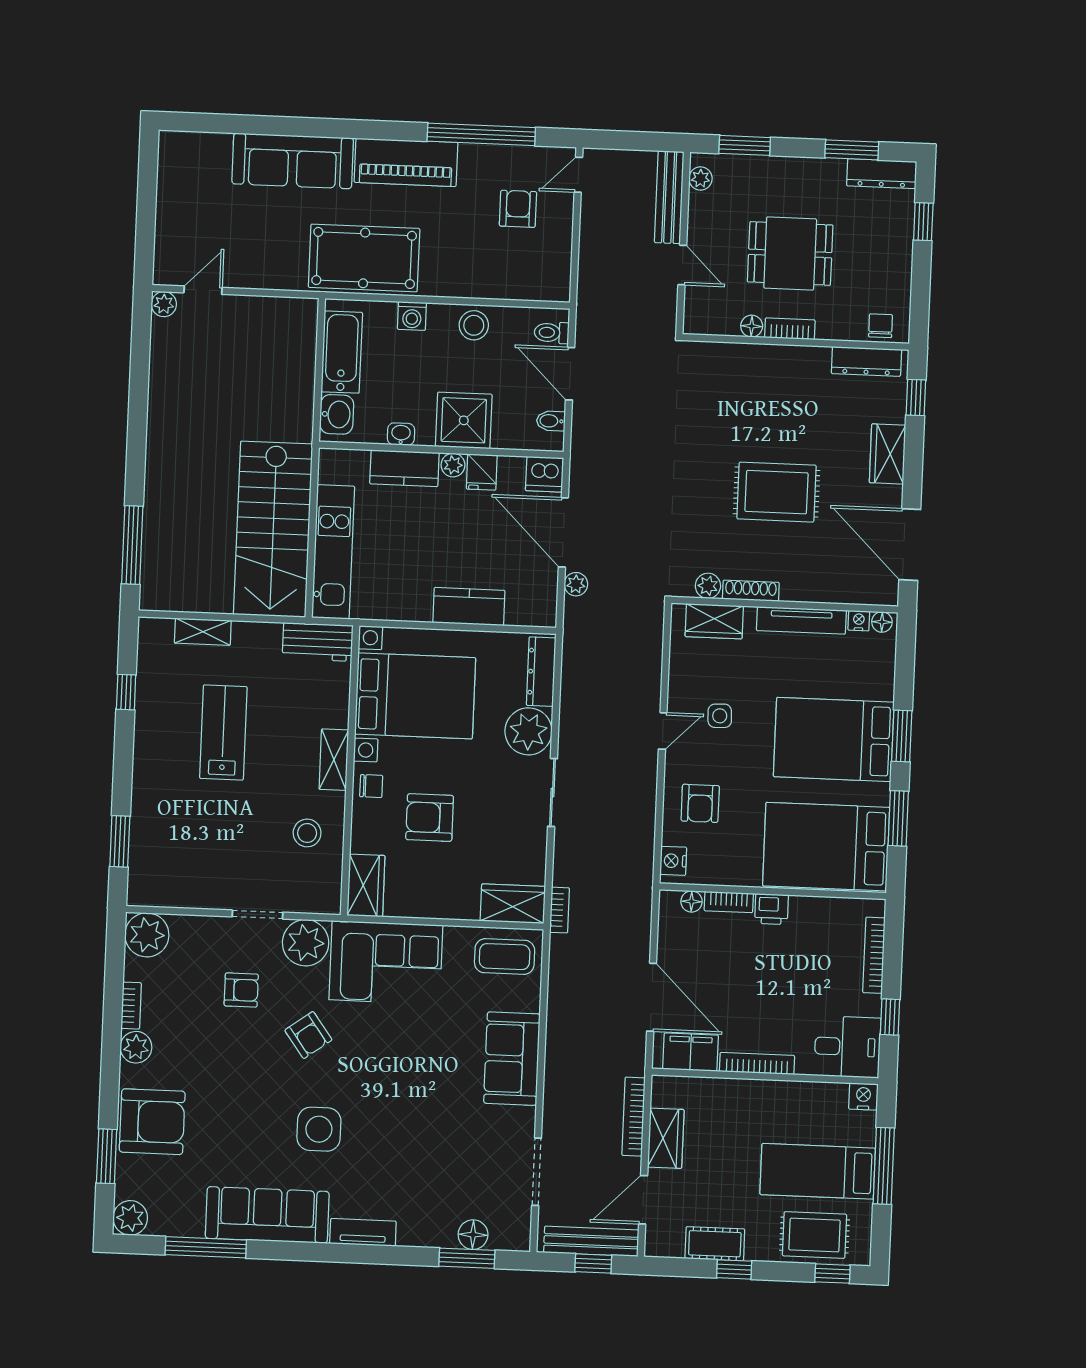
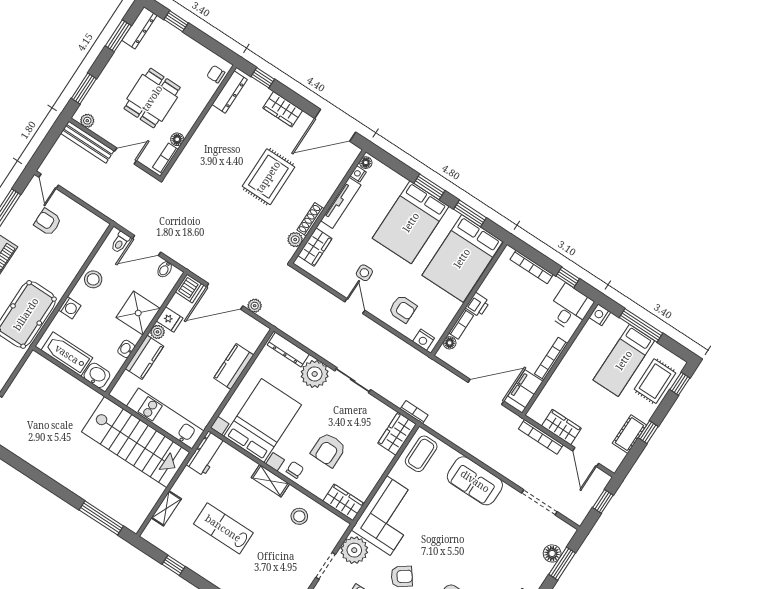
bookcase: (790, 329) -> (165, 158), moved
bench: (591, 1241) -> (591, 496), removed

